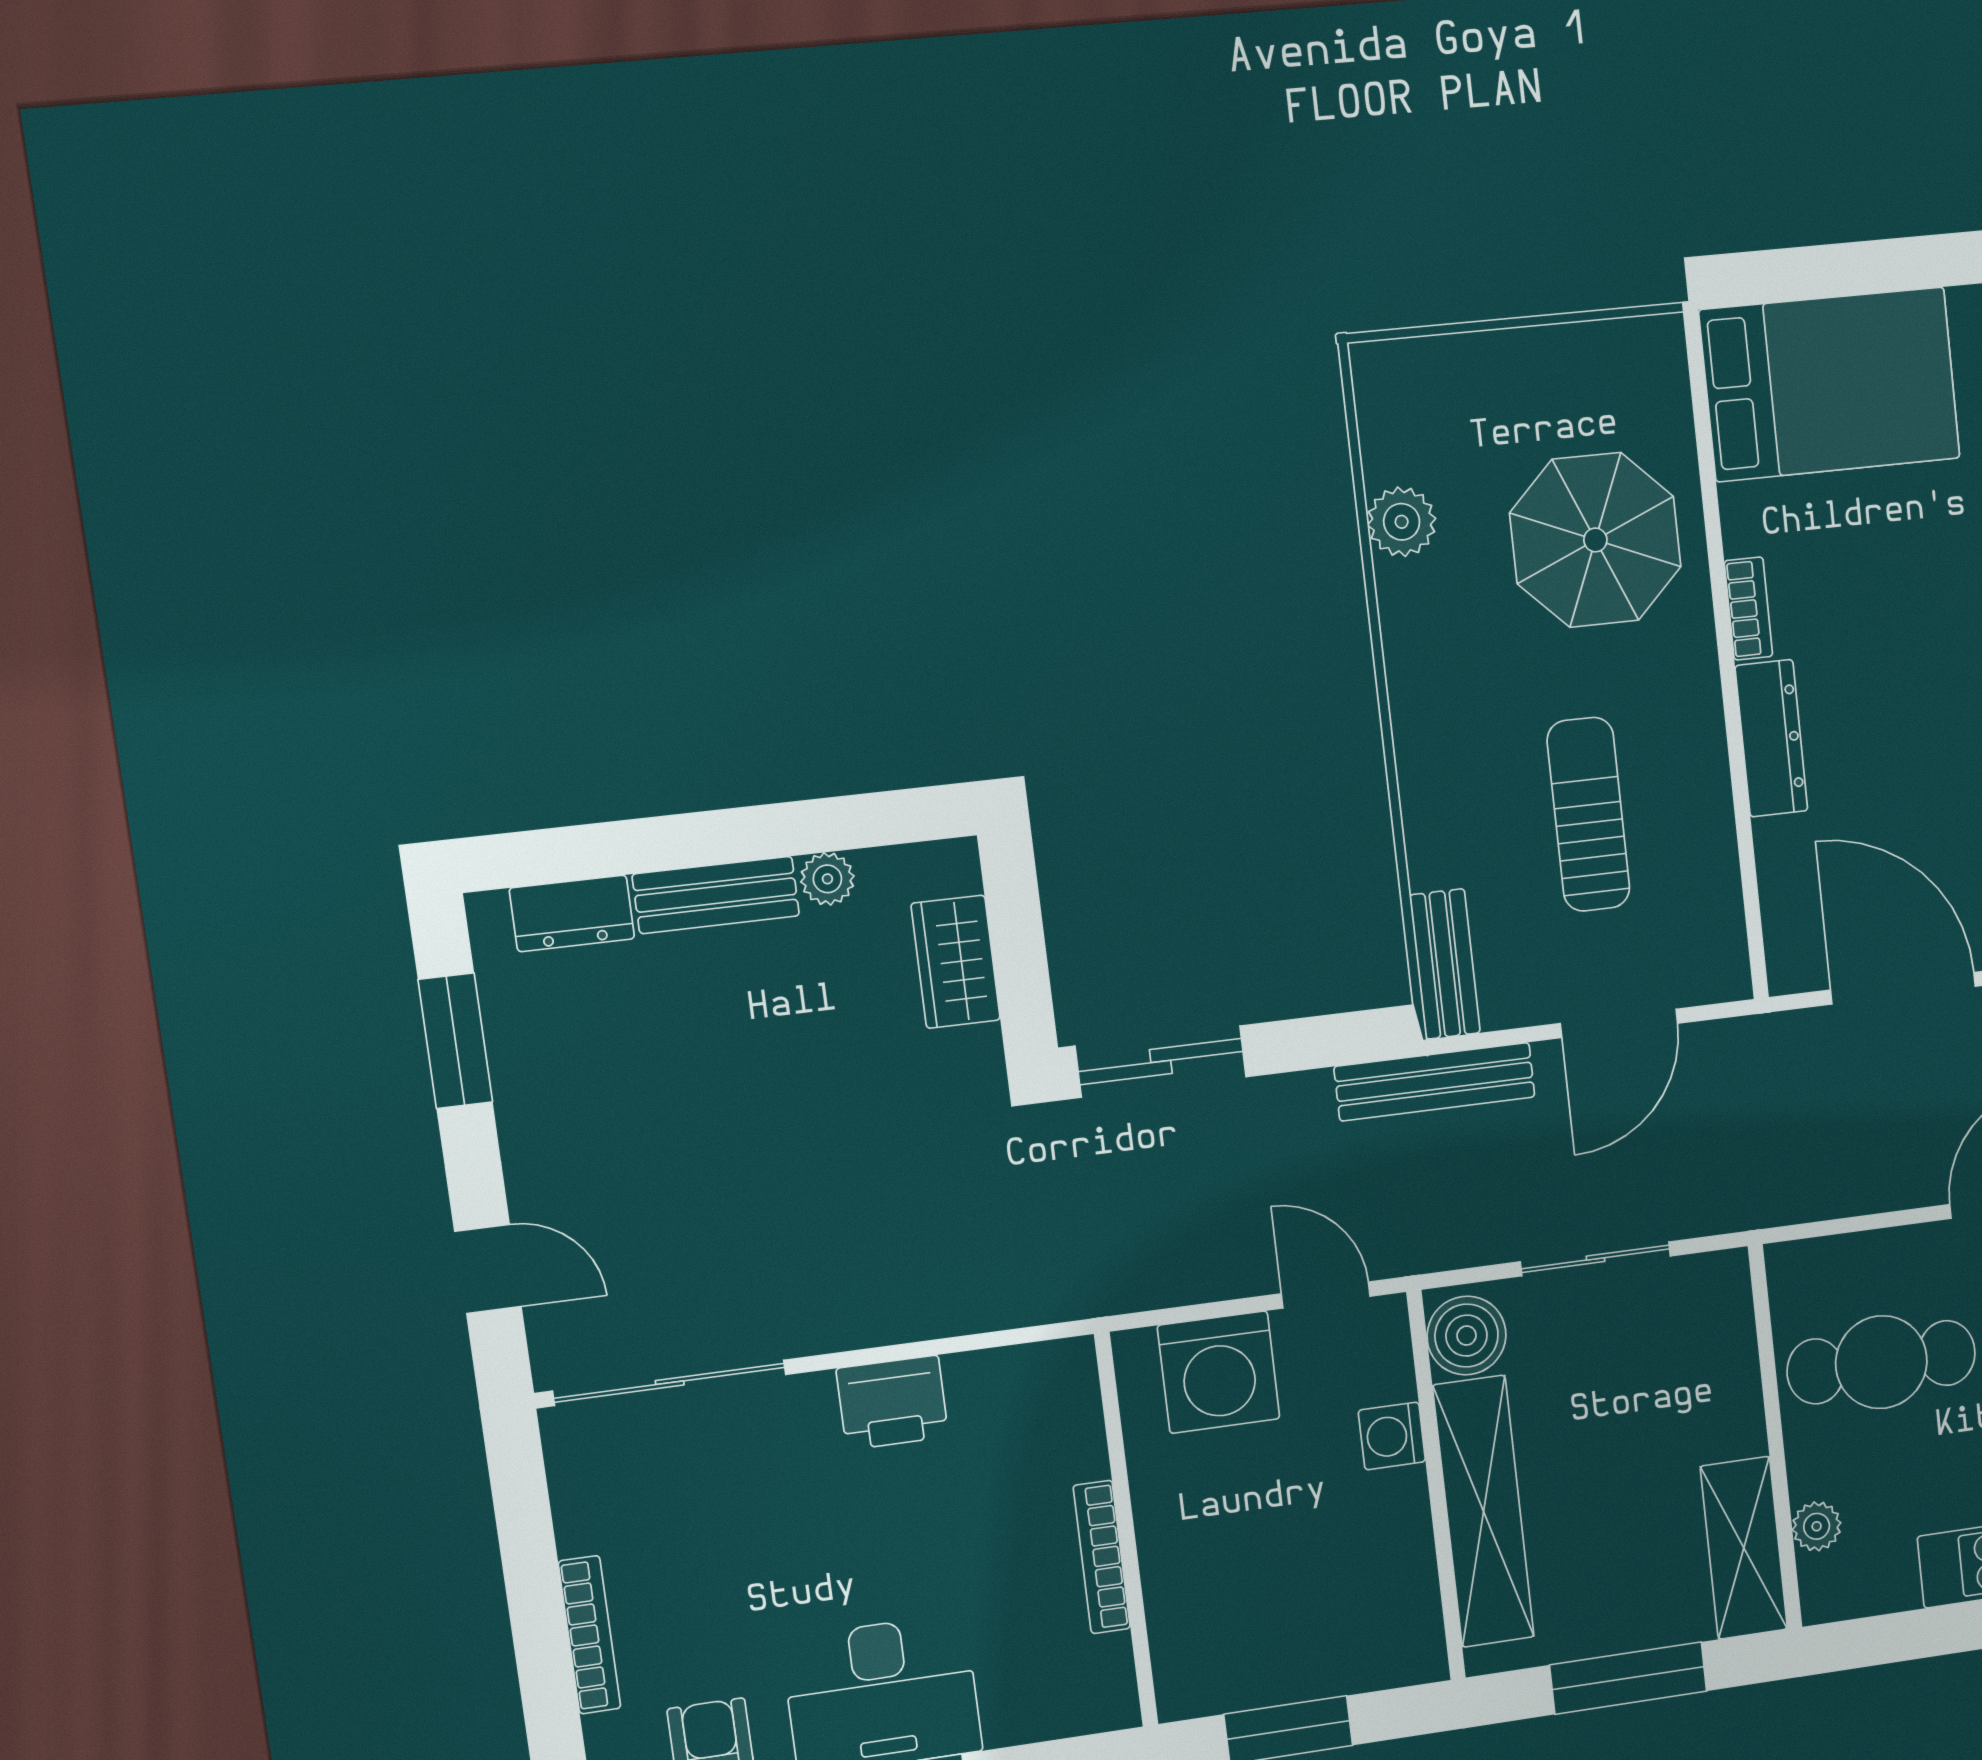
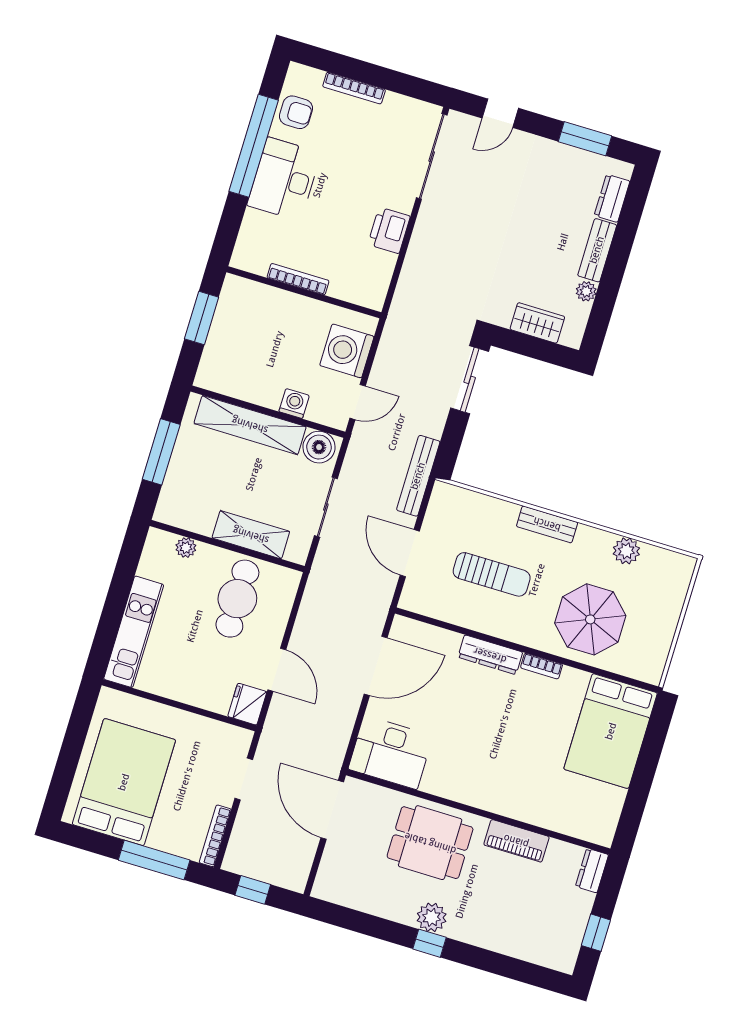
bench: (1445, 964) -> (547, 524), moved
shelving: (1744, 1548) -> (251, 535), moved

